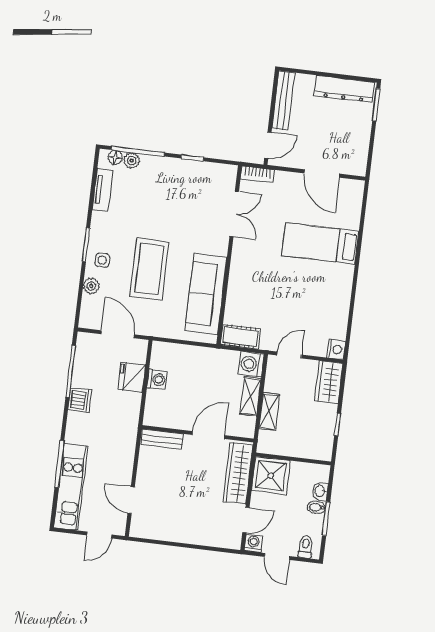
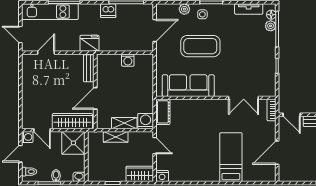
fridge: (132, 377) -> (89, 43), moved
door: (208, 435) -> (95, 98), swing flipped
washbasin: (320, 491) -> (79, 177), moved

